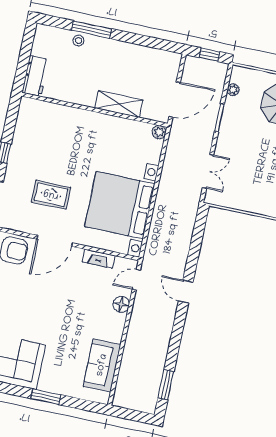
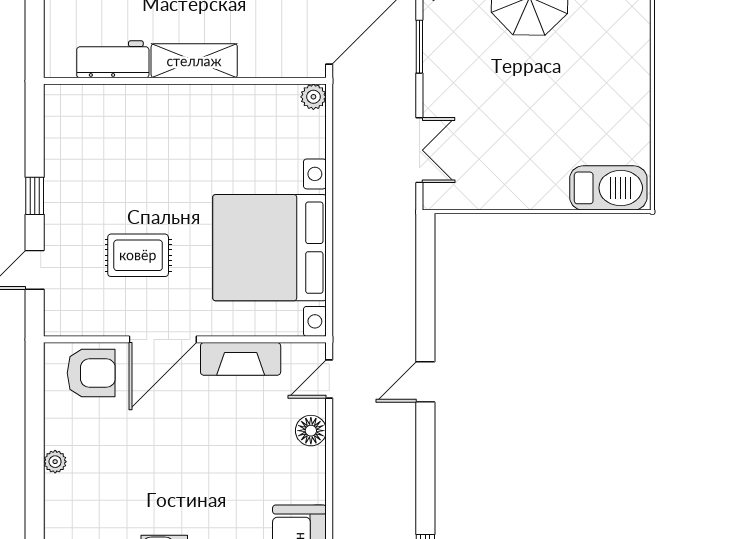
workbench: (35, 76) -> (113, 59), moved, turned -90
shelving: (119, 104) -> (194, 61), moved
fireplace: (99, 259) -> (241, 359), width x1.37, depth x1.32
door: (186, 292) -> (425, 382), hinge flipped

